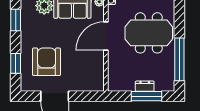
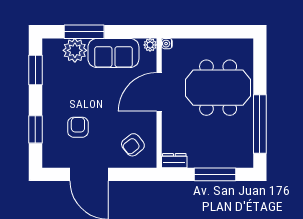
armchair: (47, 62) -> (78, 127), width x0.53, depth x0.53
armchair: (87, 75) -> (133, 145), added
dresser: (145, 86) -> (174, 161), moved

